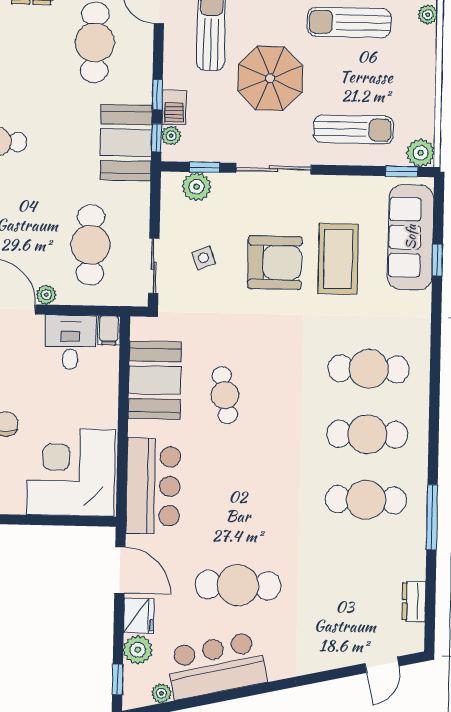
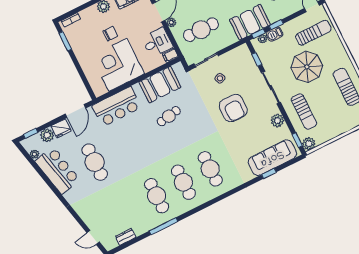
plant: (197, 187) -> (277, 121), moved
coffee table: (338, 259) -> (248, 133), removed
corner desk: (71, 472) -> (118, 65), moved, turned -90

